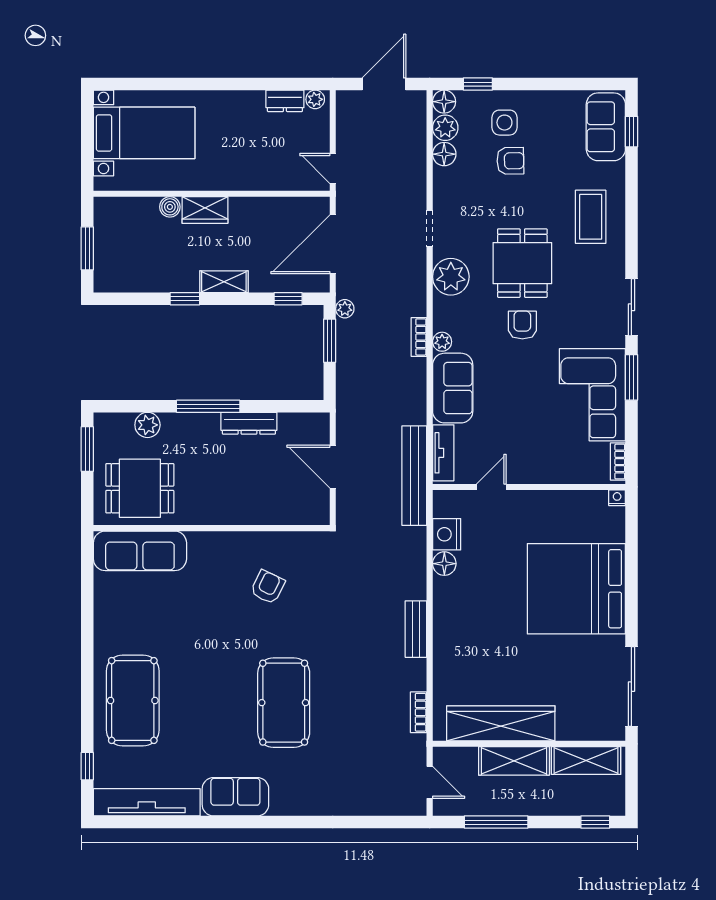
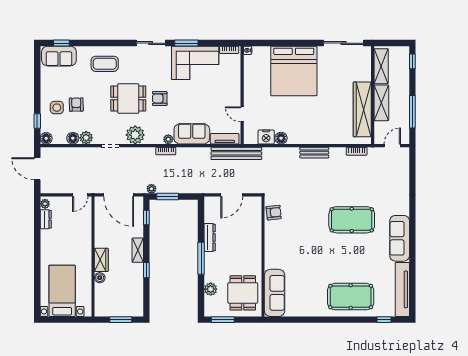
plant: (445, 128) -> (86, 138), moved
armchair: (268, 587) -> (274, 213), moved, turned 148
sofa: (235, 797) -> (400, 238), width x1.36

